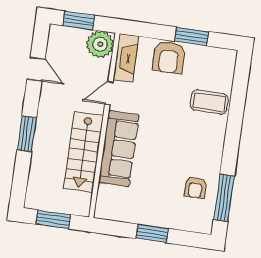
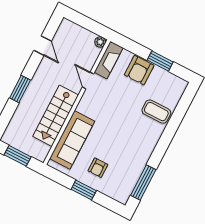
window: (79, 20) -> (85, 22), removed
plant: (100, 44) -> (100, 42), width x0.53, depth x0.53
door: (109, 93) -> (88, 80), hinge flipped
sofa: (119, 149) -> (72, 140), moved
armchair: (195, 188) -> (98, 168), moved

